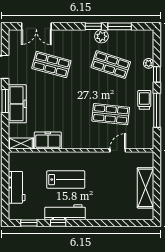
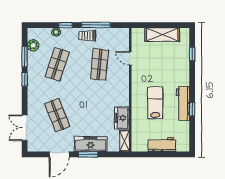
double door: (36, 26) -> (25, 128), swing flipped
plant: (101, 36) -> (33, 45), moved
shop shelf: (51, 65) -> (57, 115), turned -36
window: (29, 223) -> (192, 54), moved

